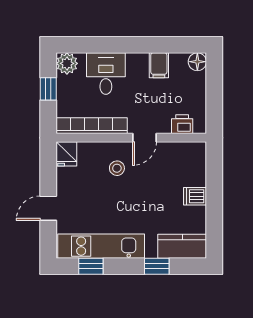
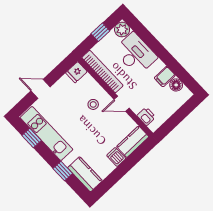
floor lamp: (197, 62) -> (176, 85), moved
desk: (106, 74) -> (135, 54), width x1.37
kitchen counter: (195, 164) -> (133, 142), added

